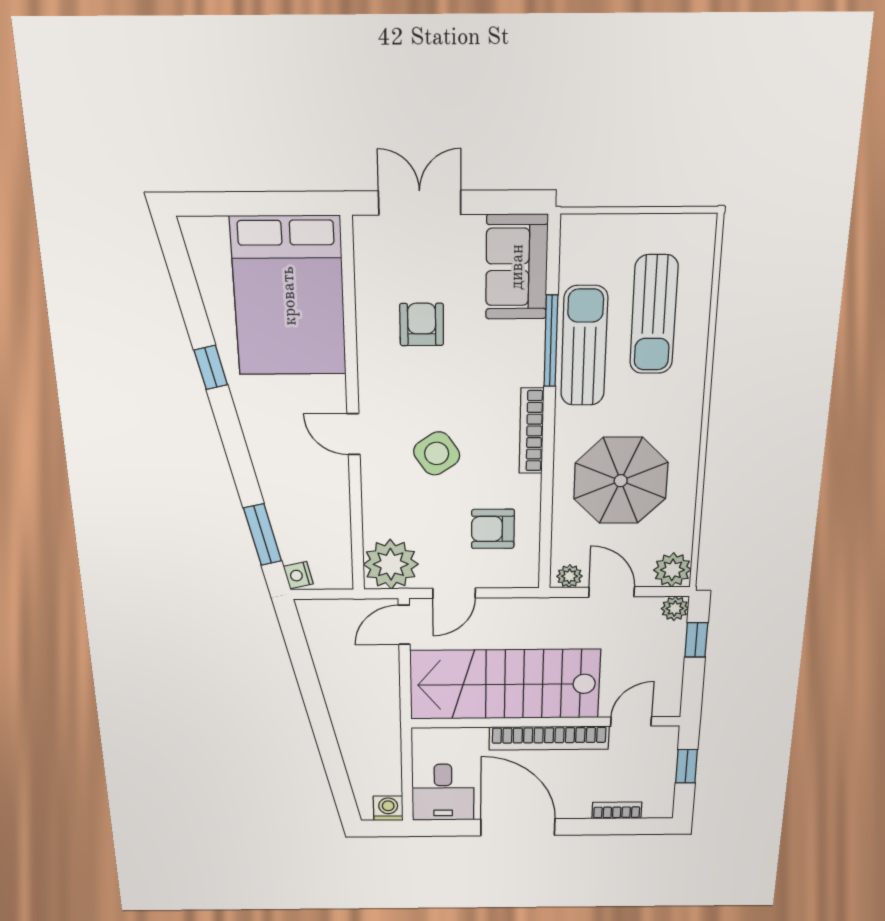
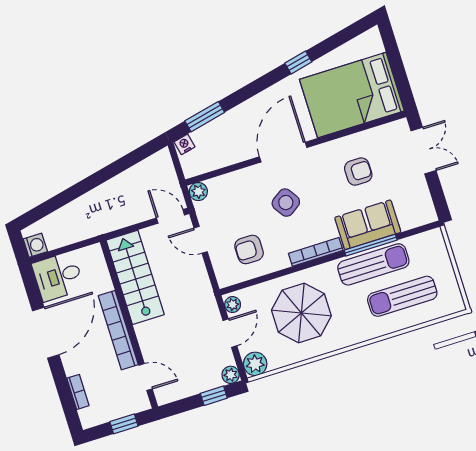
sofa: (517, 267) -> (368, 225), moved
door: (354, 434) -> (283, 152), width x1.87
armchair: (493, 529) -> (249, 249), turned -90
plant: (391, 564) -> (198, 192), width x0.53, depth x0.53
stairs: (505, 684) -> (135, 277), width x0.73, depth x0.66

